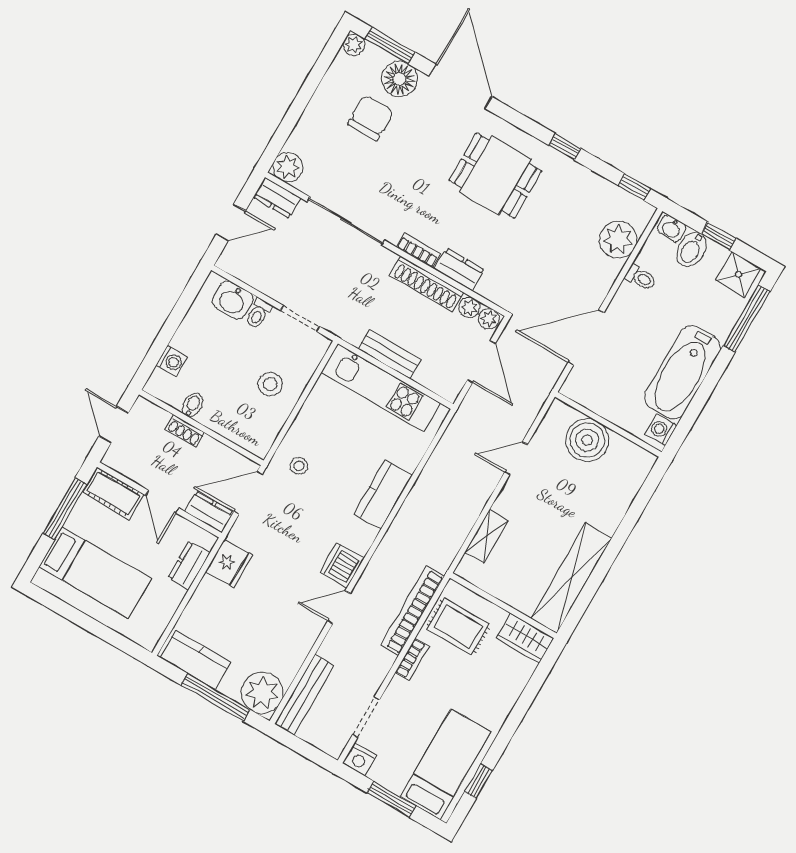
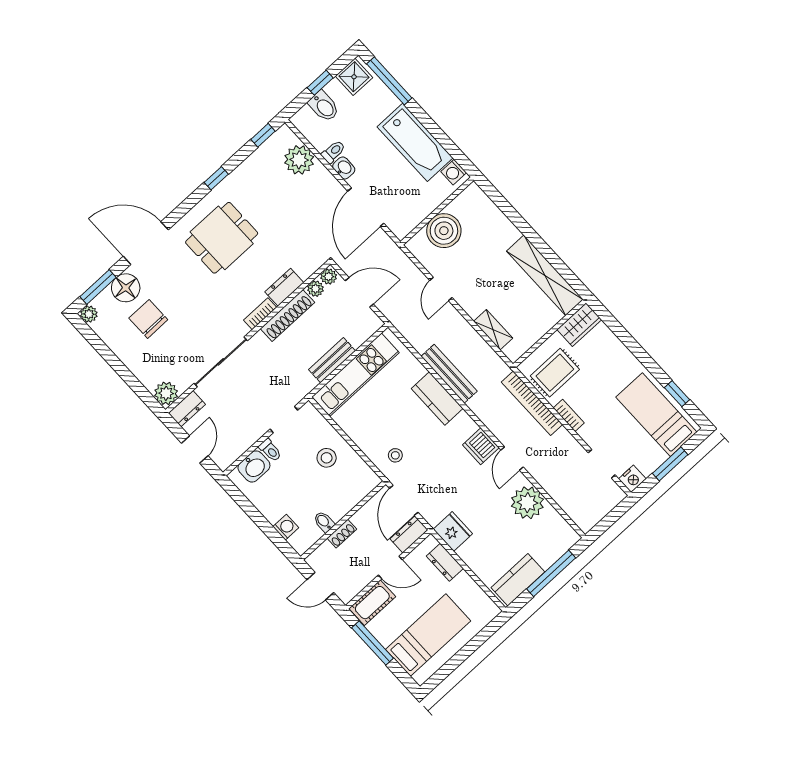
washbasin: (672, 228) -> (344, 168), moved, turned -90
plant: (262, 693) -> (527, 503), moved
bench: (304, 695) -> (449, 374), moved

